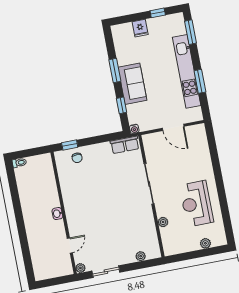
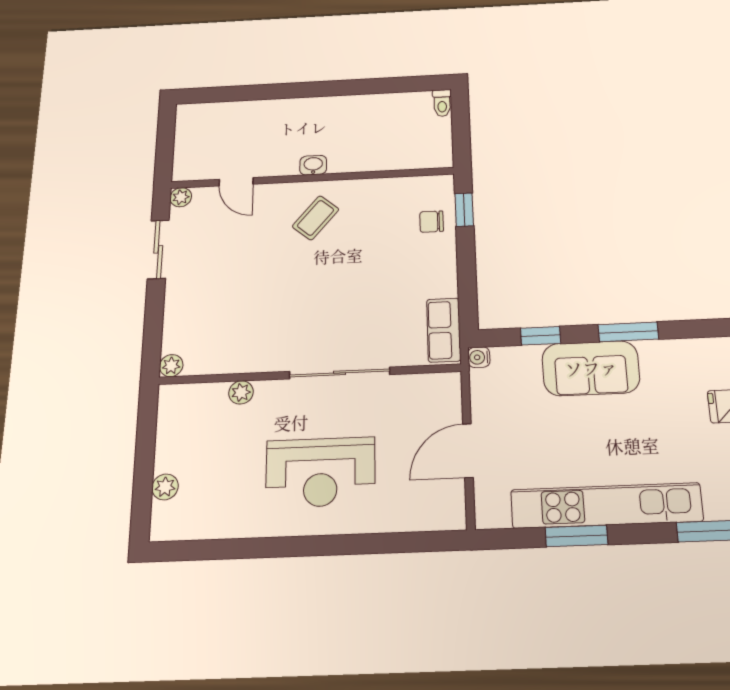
reception desk: (196, 204) -> (320, 472), moved, turned 180
coffee table: (82, 207) -> (316, 218), added
plant: (141, 256) -> (171, 366), moved

